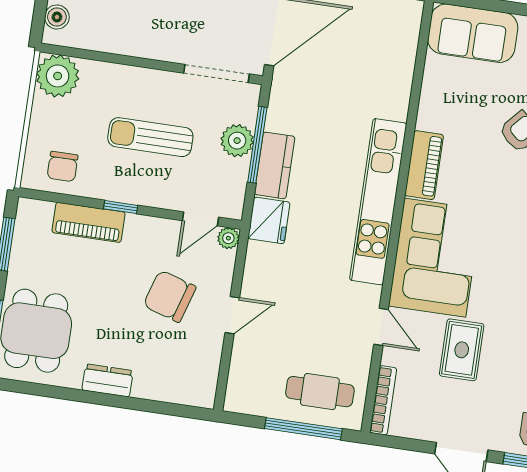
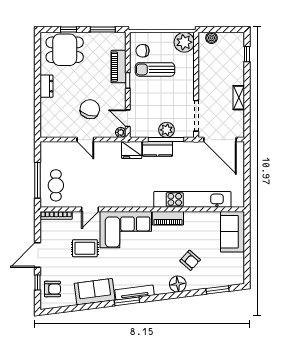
sun lounger: (150, 137) -> (155, 69), moved, turned -90
kitchen unit: (378, 202) -> (192, 199), moved

